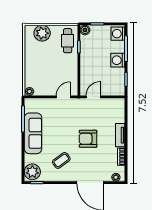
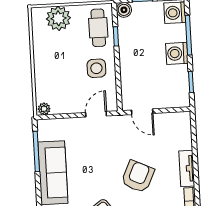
side table: (65, 67) -> (96, 68), added
door: (93, 97) -> (142, 112), swing flipped
armchair: (88, 139) -> (138, 177), turned 115

